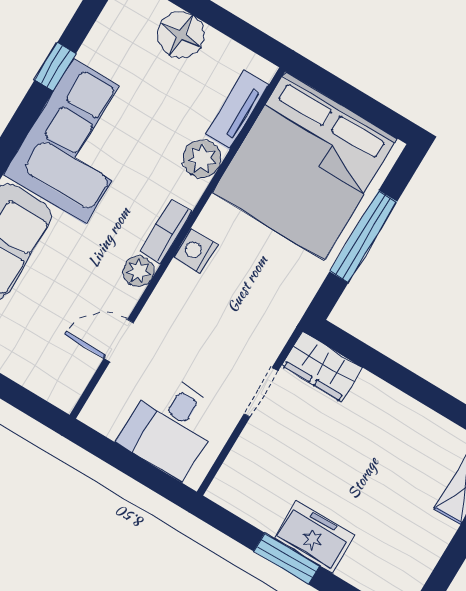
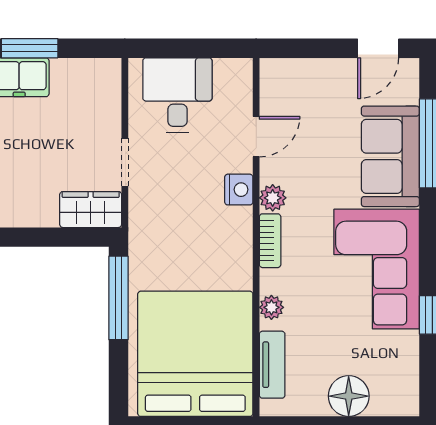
plant: (202, 159) -> (271, 307), width x0.73, depth x0.73
window: (363, 237) -> (118, 298), moved
nightstand: (196, 251) -> (239, 190), moved

